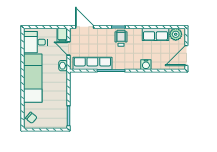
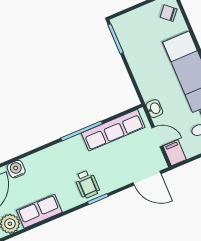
water cooler: (146, 65) -> (16, 169), moved

